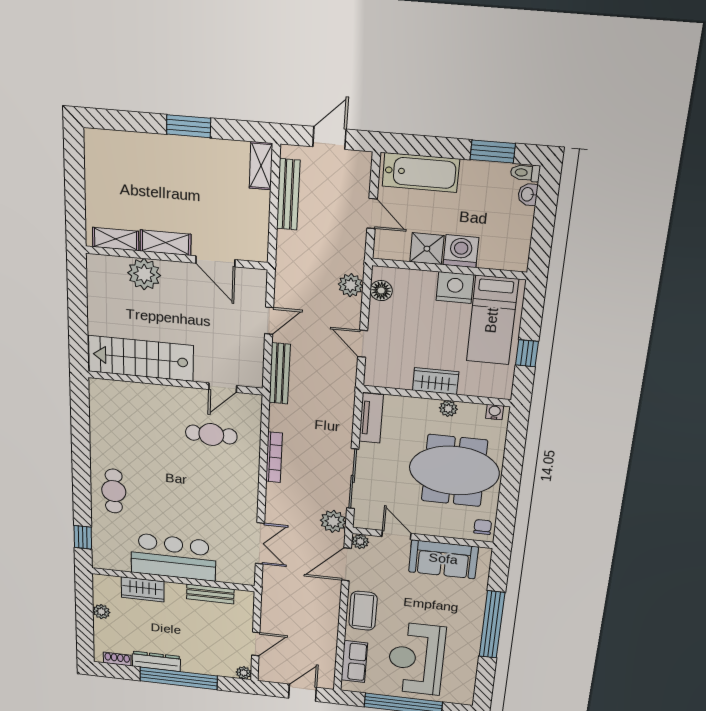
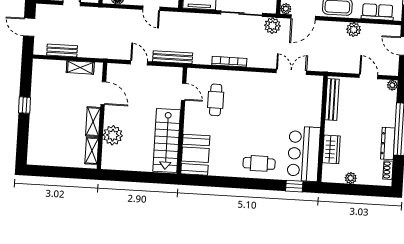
window: (189, 126) -> (25, 105), width x0.67
shelving: (261, 166) -> (80, 67), moved
bench: (288, 195) -> (62, 50), width x0.73
door: (215, 261) -> (103, 93), hinge flipped
plant: (351, 285) -> (354, 30), moved
door: (363, 344) -> (151, 8), hinge flipped
booth: (121, 400) -> (195, 155), added
bar counter: (173, 557) -> (304, 154), moved
door: (346, 564) -> (303, 17), hinge flipped
bench: (210, 594) -> (332, 99), width x1.36

